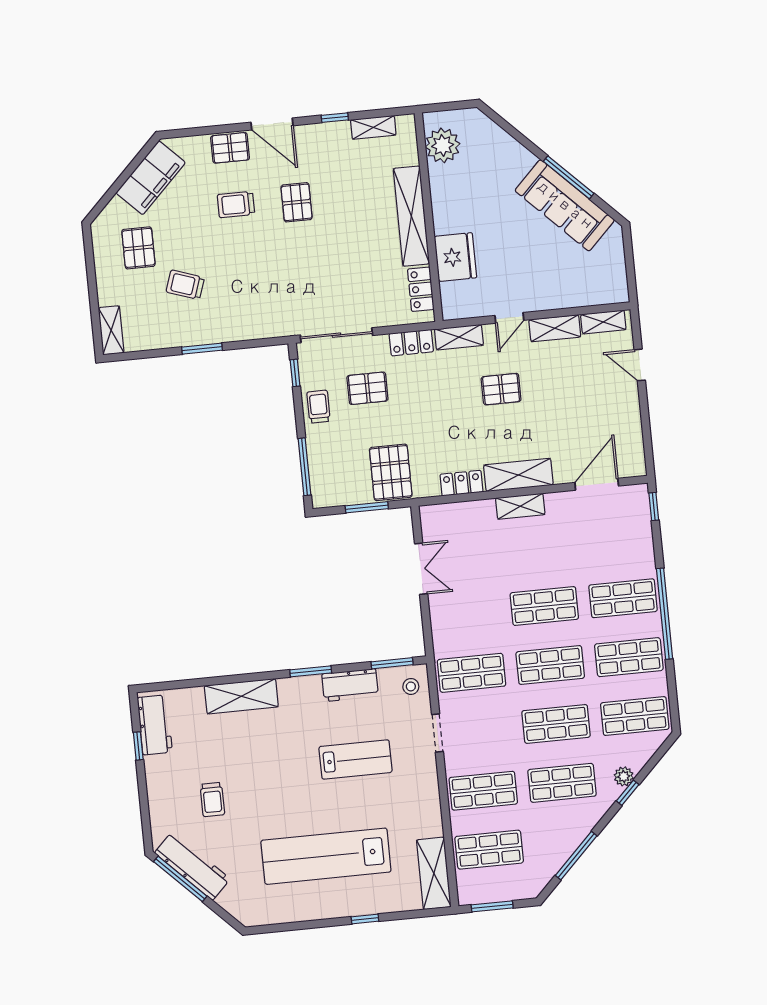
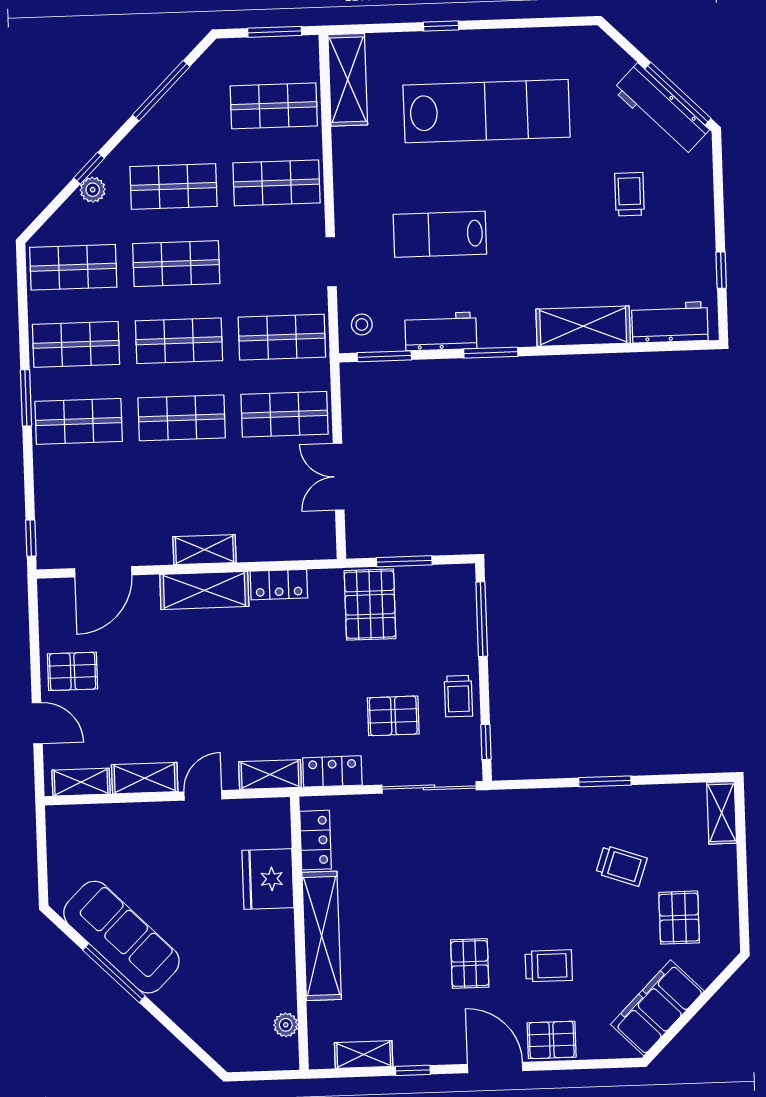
plant: (443, 145) -> (286, 1025), width x0.53, depth x0.53
pallet: (501, 389) -> (73, 671), moved
shop shelf: (466, 614) -> (285, 414), added
window: (665, 614) -> (26, 398), width x0.47
workbench: (155, 725) -> (670, 322), moved, turned 90

